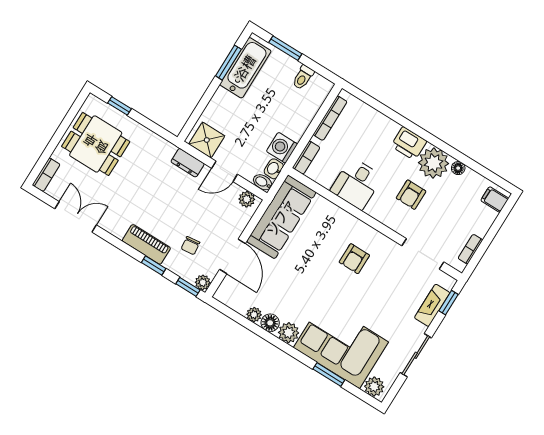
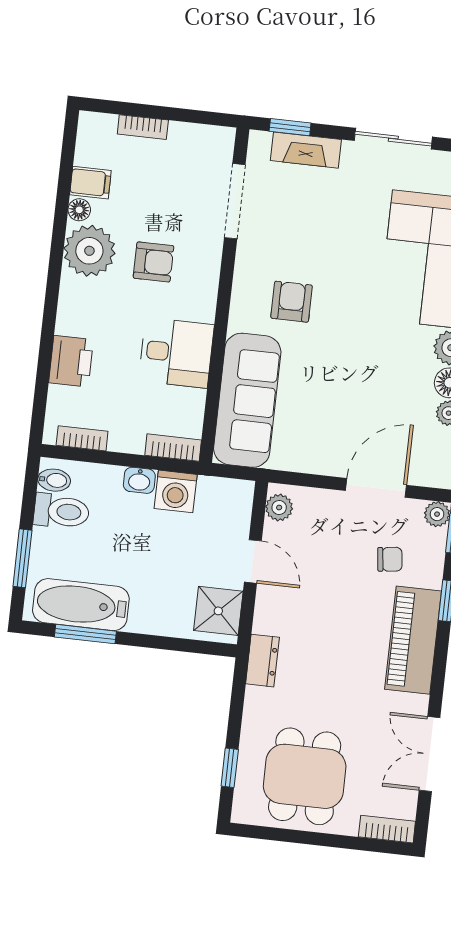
toilet: (303, 77) -> (61, 511), width x1.37, depth x1.39
bookcase: (330, 118) -> (82, 438), width x0.64
printer: (409, 144) -> (71, 361), moved
dresser: (188, 163) -> (262, 661), moved
washbasin: (274, 169) -> (139, 480), moved
bidet: (263, 182) -> (54, 480), moved, turned -90
filing cabinet: (495, 199) -> (90, 183), moved, turned -90
sofa: (281, 217) -> (247, 400), moved, turned 90
piano: (146, 244) -> (413, 640), width x1.37, depth x1.33
bookcase: (470, 249) -> (143, 127), moved
armchair: (354, 259) -> (292, 302), turned -90

